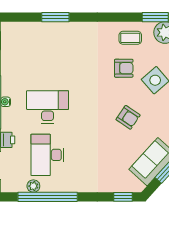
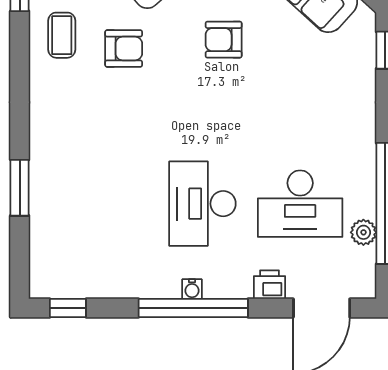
armchair: (124, 68) -> (124, 48), turned 90
armchair: (128, 117) -> (224, 40), turned -124

